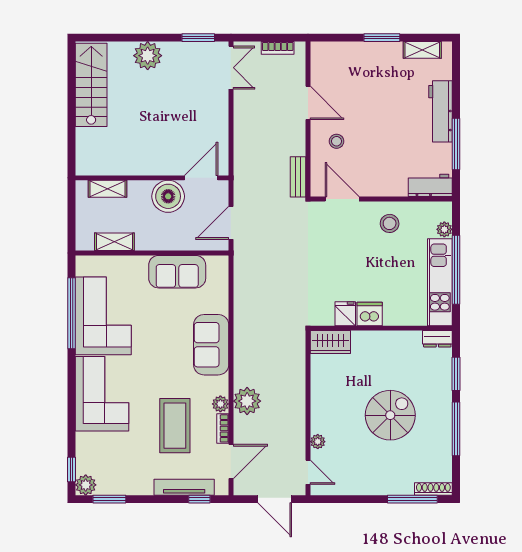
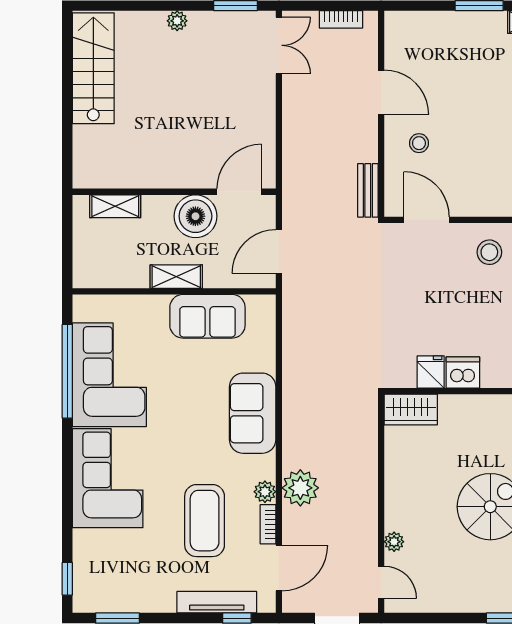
plant: (148, 56) -> (177, 21), width x0.53, depth x0.53
shelving: (114, 242) -> (176, 277), moved
plant: (86, 485) -> (86, 599), removed

